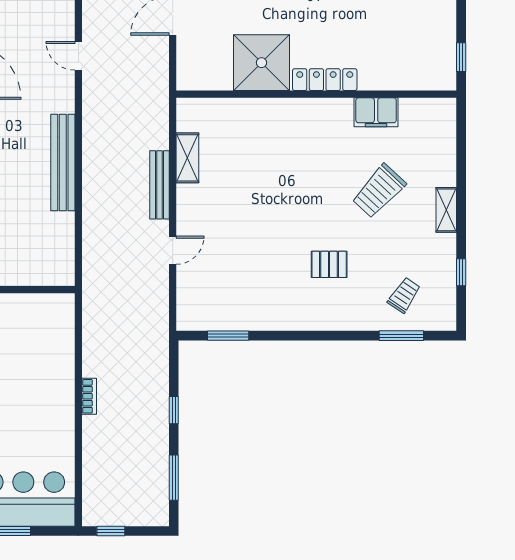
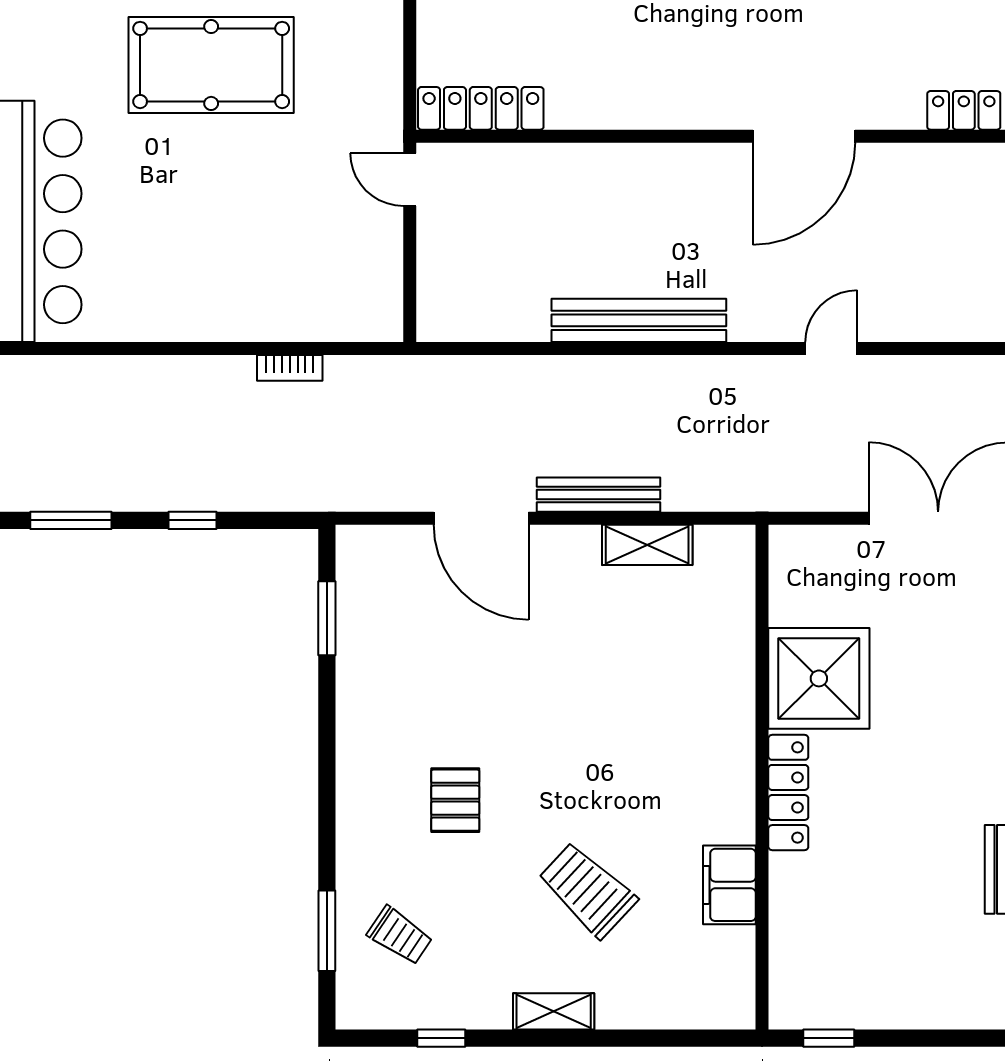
door: (173, 250) -> (481, 518), width x1.88
bookcase: (89, 396) -> (290, 368), moved

